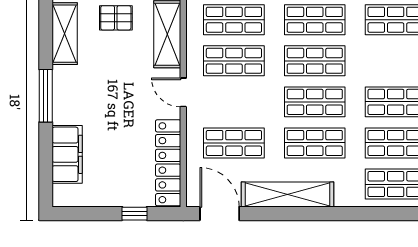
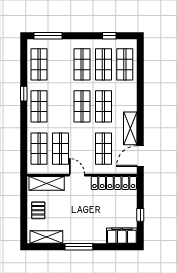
shop shelf: (315, 61) -> (61, 106), removed
door: (183, 92) -> (77, 175), swing flipped
filing cabinet: (67, 154) -> (122, 236), moved
shelving: (288, 194) -> (130, 128), width x0.68
window: (134, 214) -> (140, 215), moved

